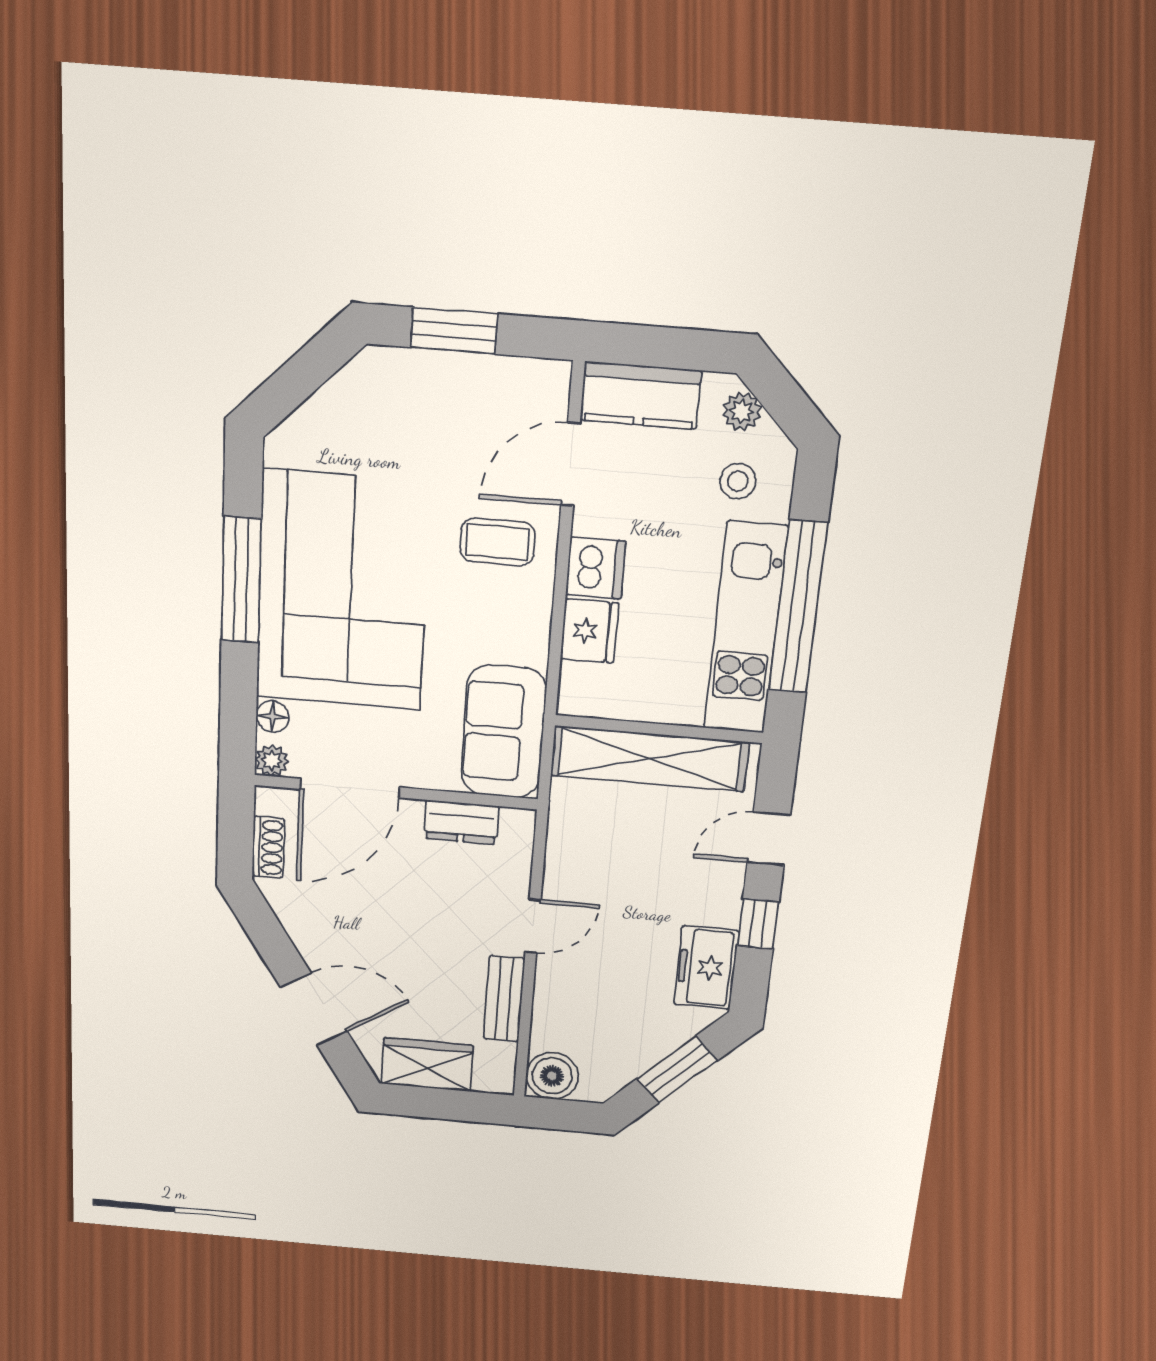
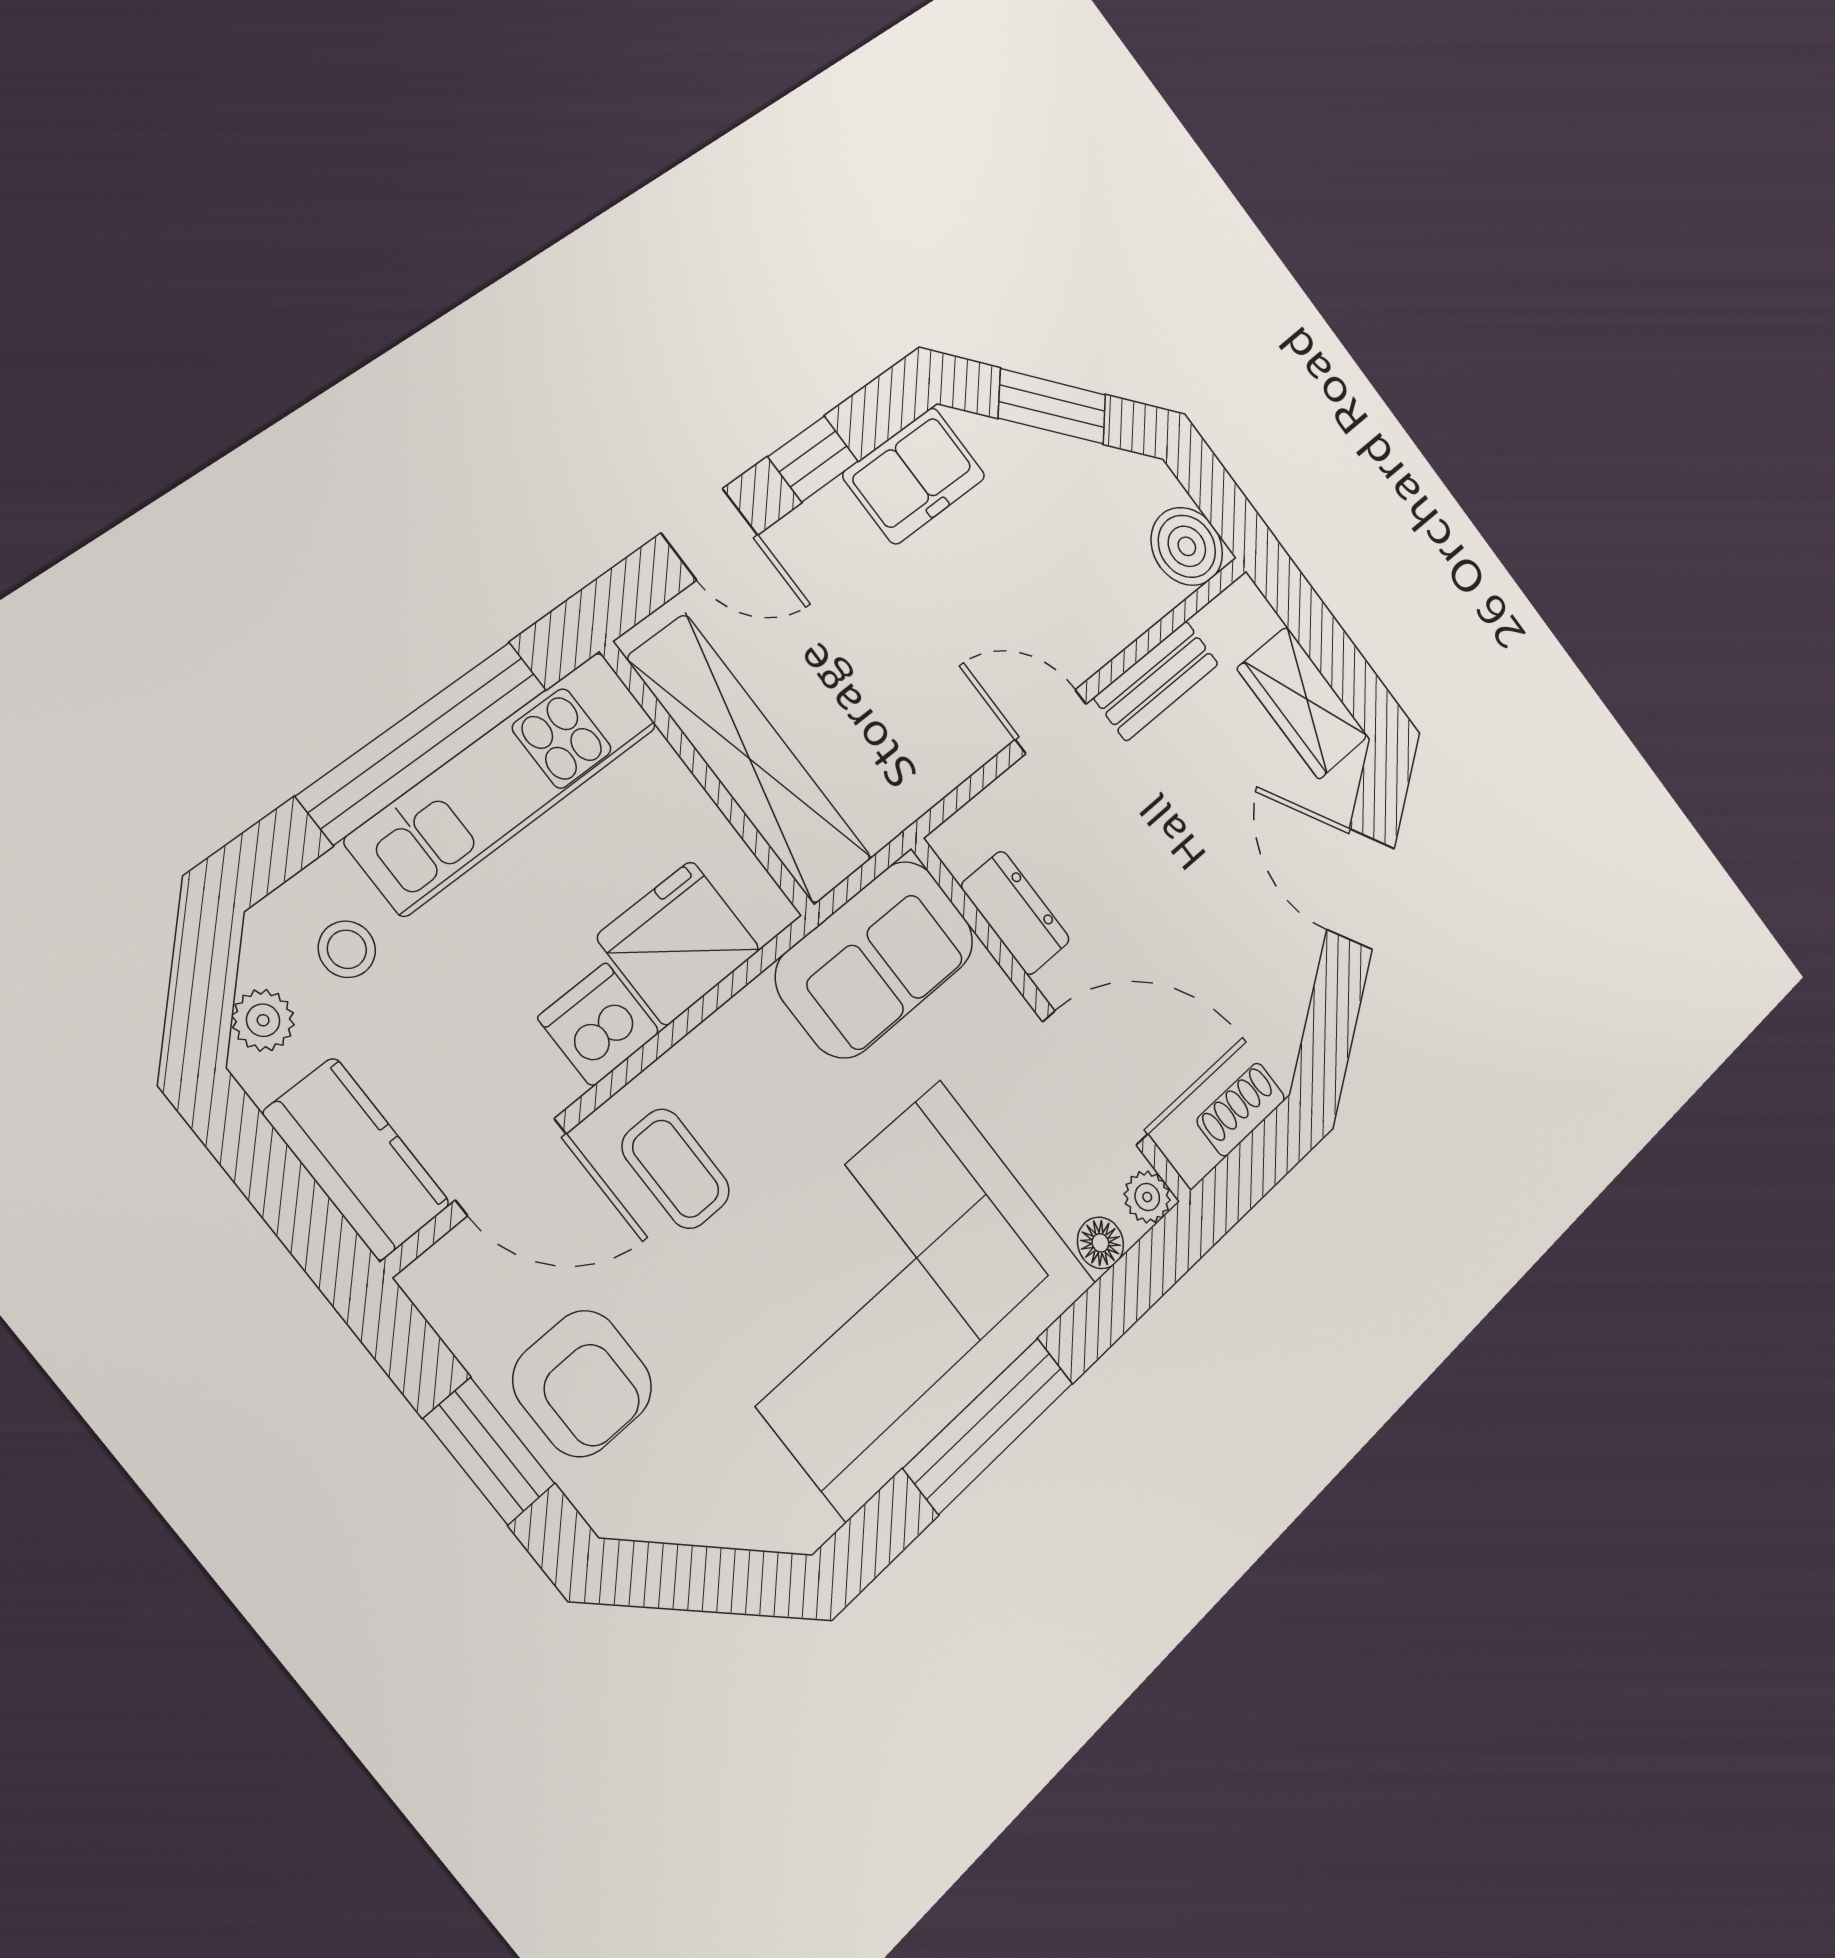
armchair: (443, 404) -> (583, 1383), added
fridge: (589, 631) -> (679, 943), width x1.36, depth x1.34

